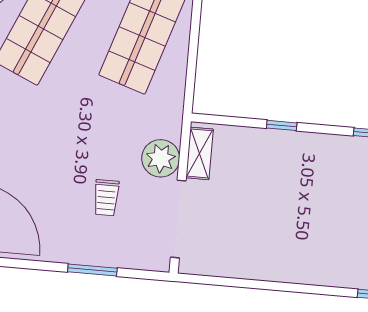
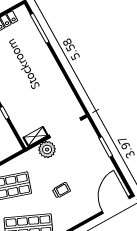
trolley: (106, 198) -> (61, 190), moved

